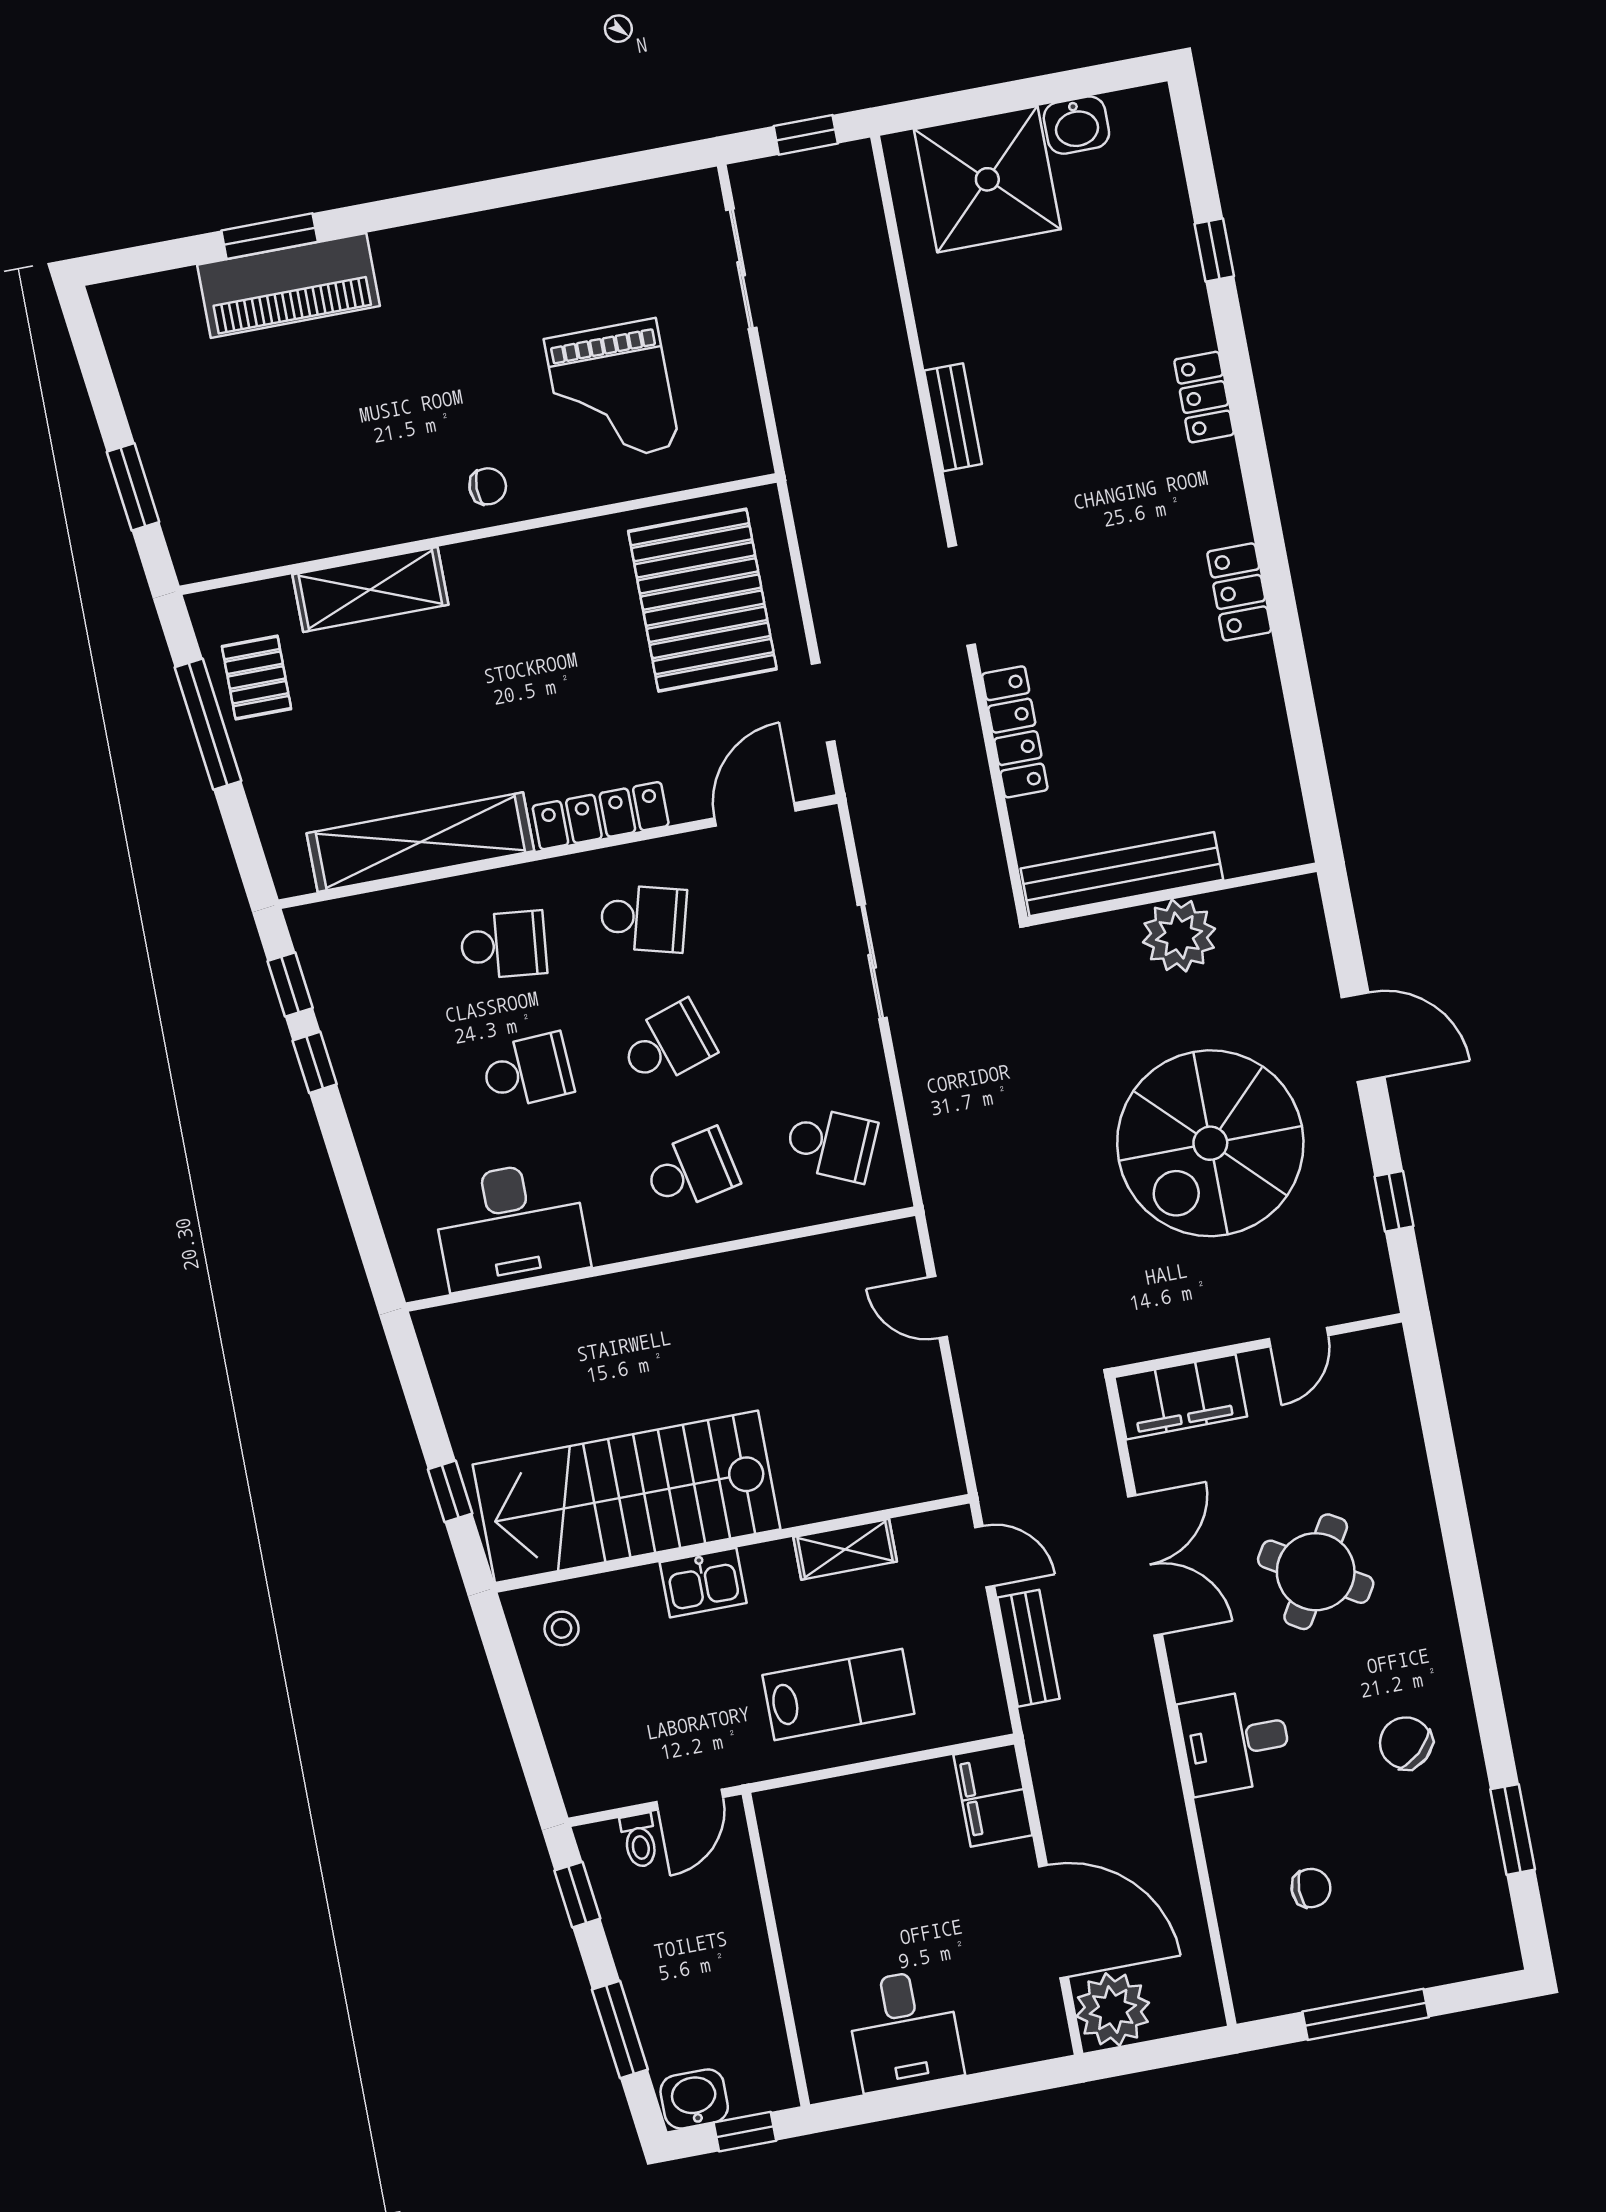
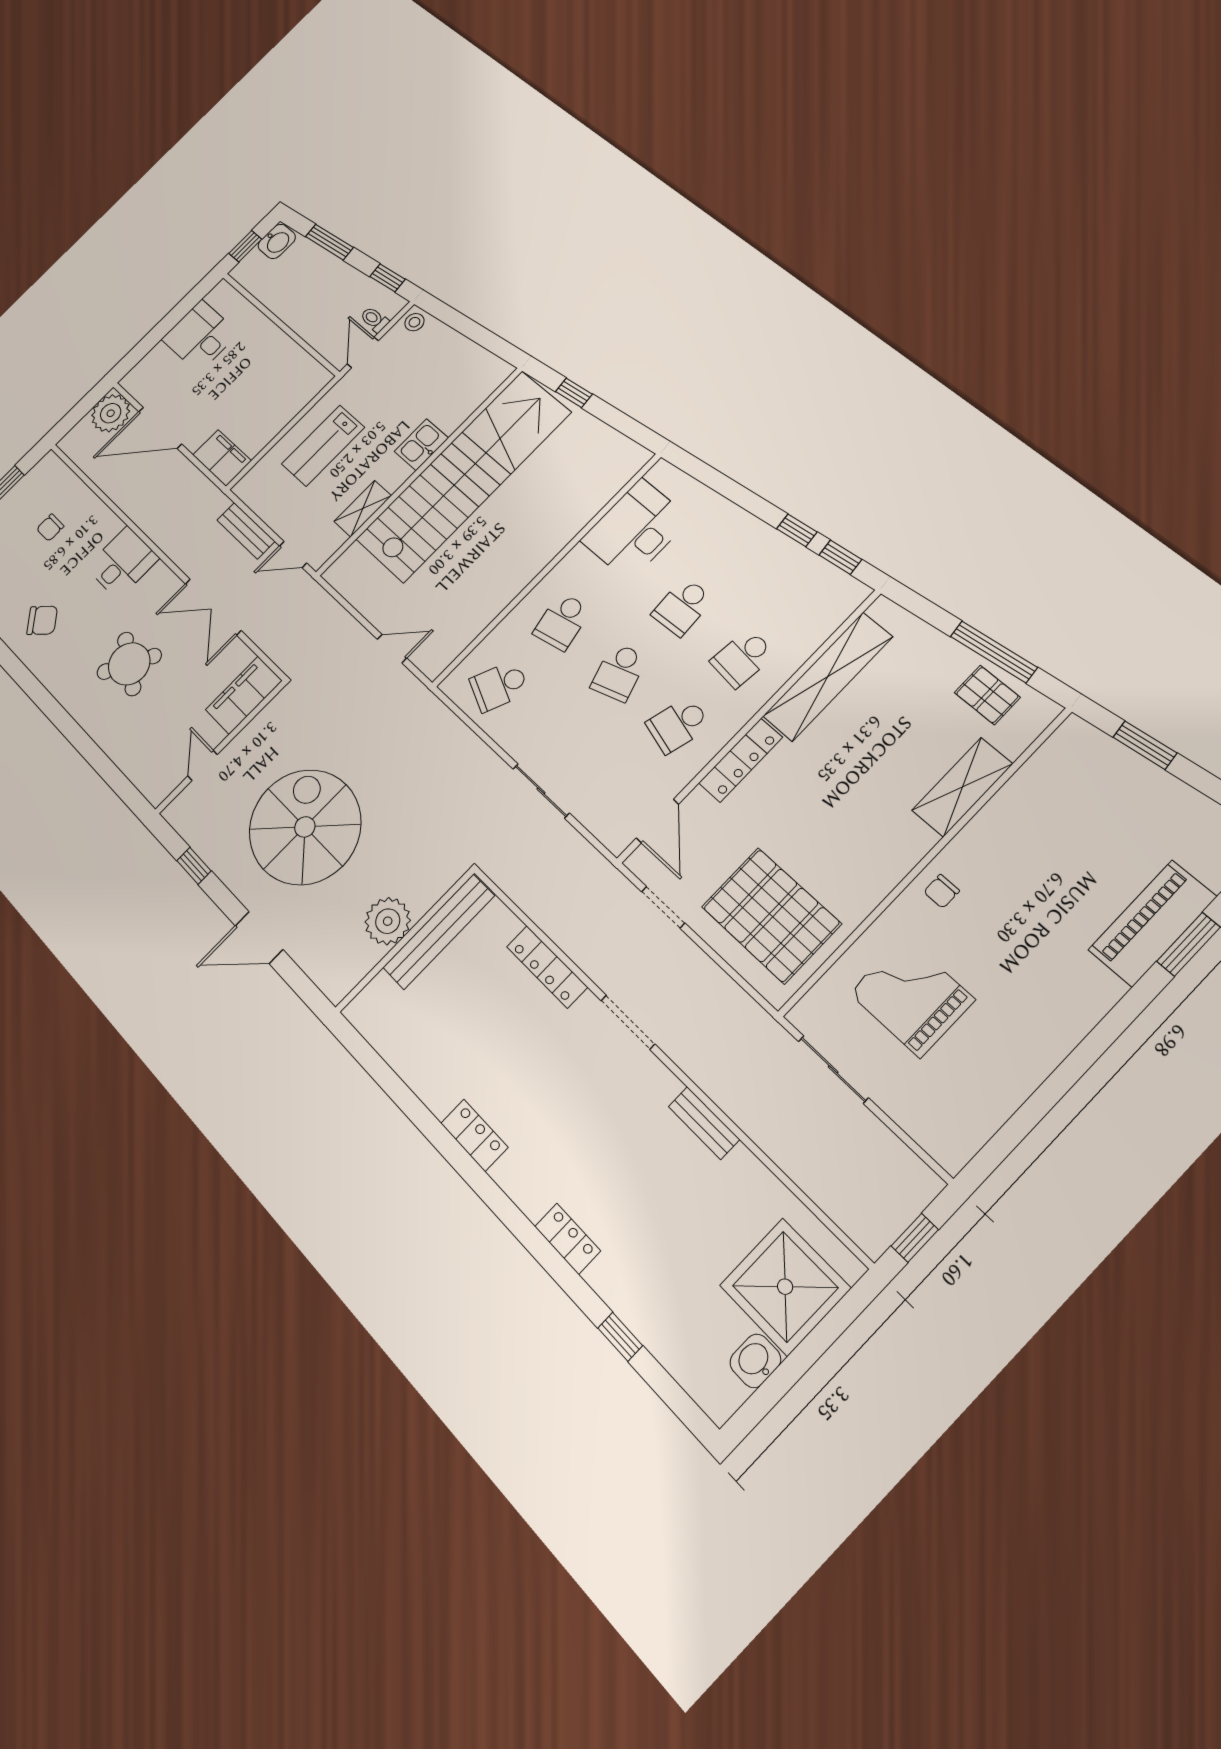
sliding door: (741, 269) -> (833, 1069), moved
stairs: (626, 1497) -> (463, 476), width x1.36
stool: (562, 1628) -> (414, 322), moved

